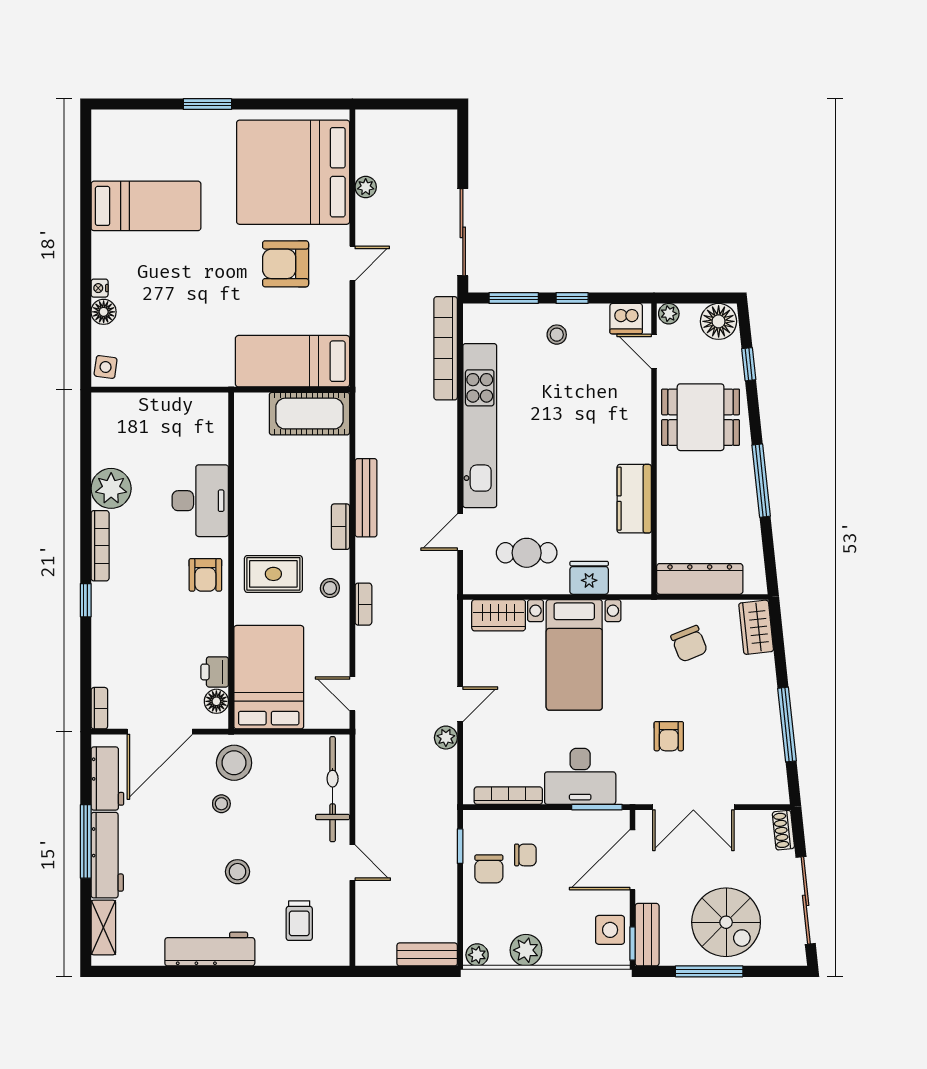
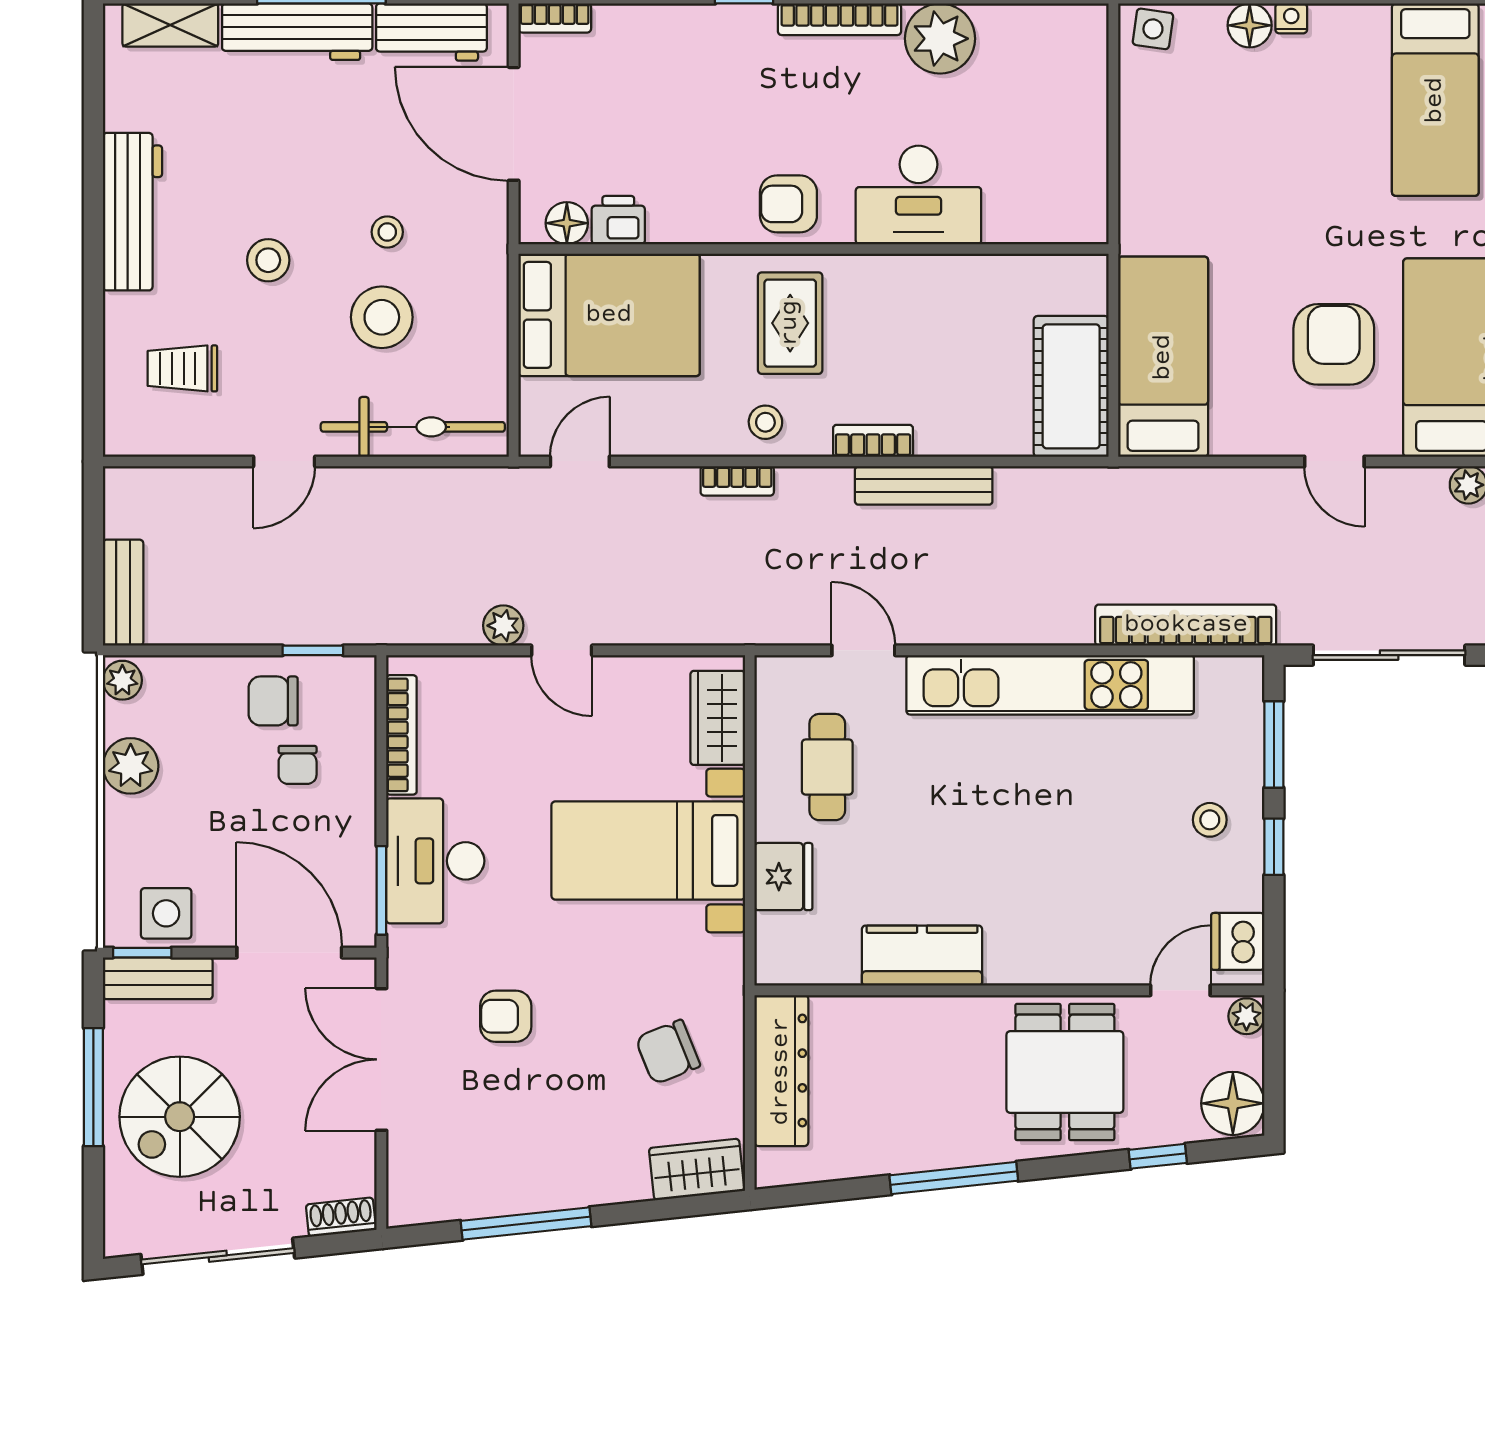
stool: (234, 763) -> (382, 317), moved

